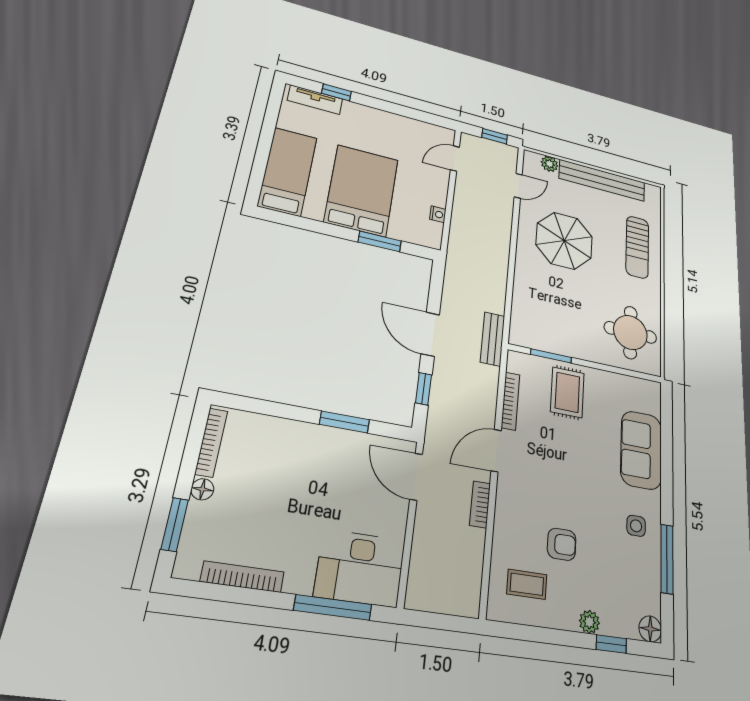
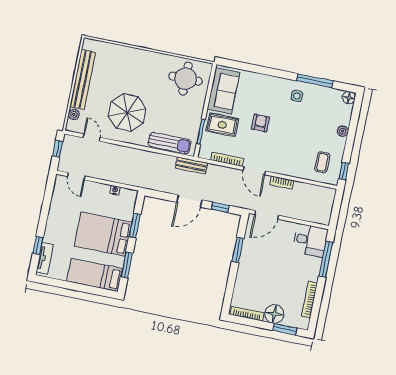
window: (308, 224) -> (127, 265), added
sun lounger: (637, 247) -> (170, 143), moved
sofa: (641, 450) -> (223, 91), moved, turned -90
floor lamp: (202, 489) -> (274, 314), width x1.89, depth x1.89
armchair: (562, 544) -> (260, 123), moved
desk: (360, 568) -> (310, 240), width x0.73
window: (611, 644) -> (344, 171), moved

